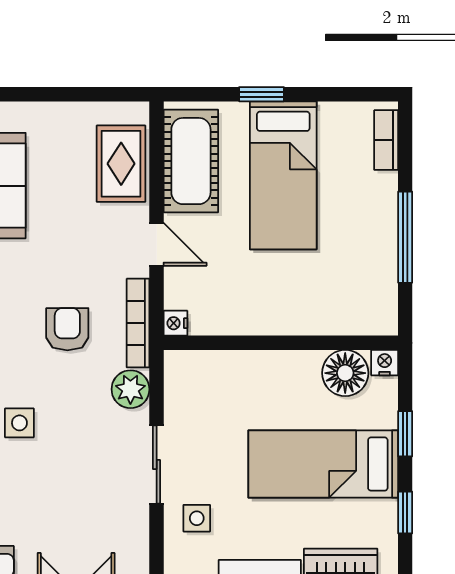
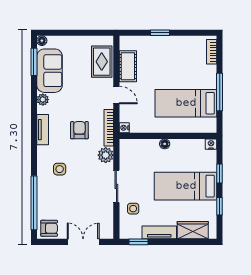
cot: (191, 161) -> (128, 66), width x0.73, depth x0.75
bed: (283, 175) -> (186, 103), moved, turned 90
floor lamp: (345, 373) -> (165, 144), moved, width x0.53, depth x0.53

